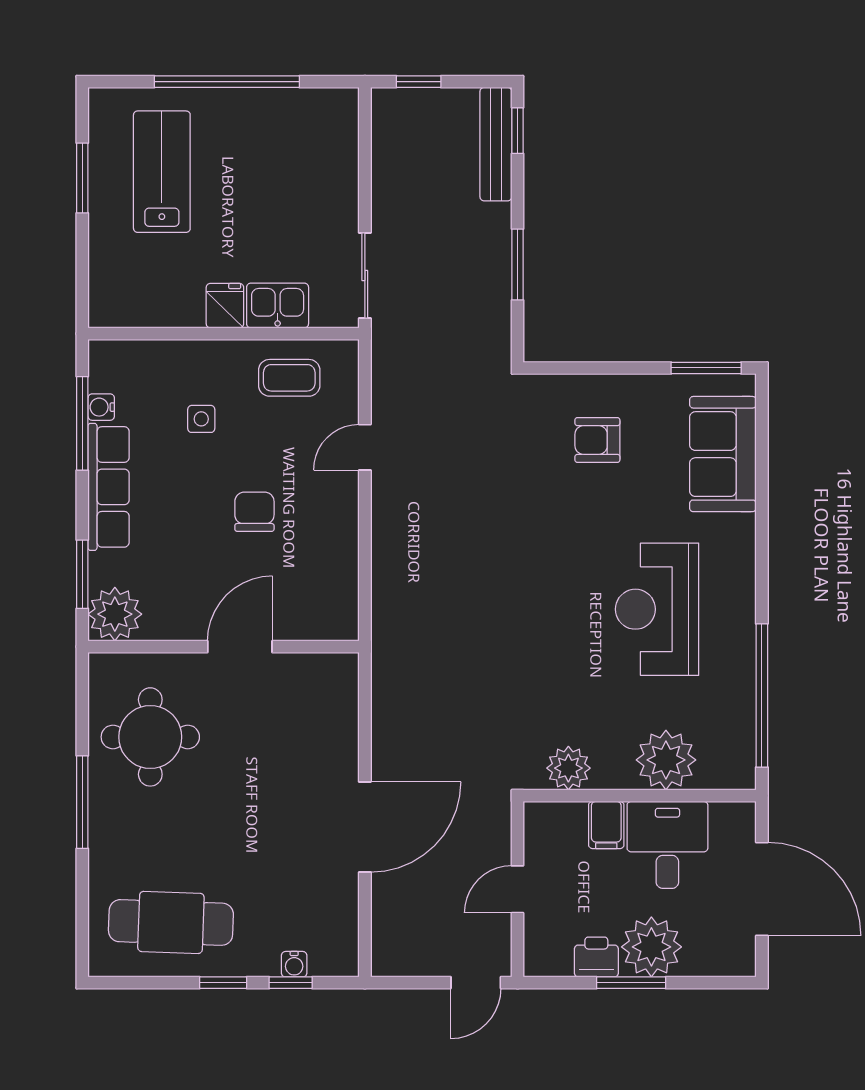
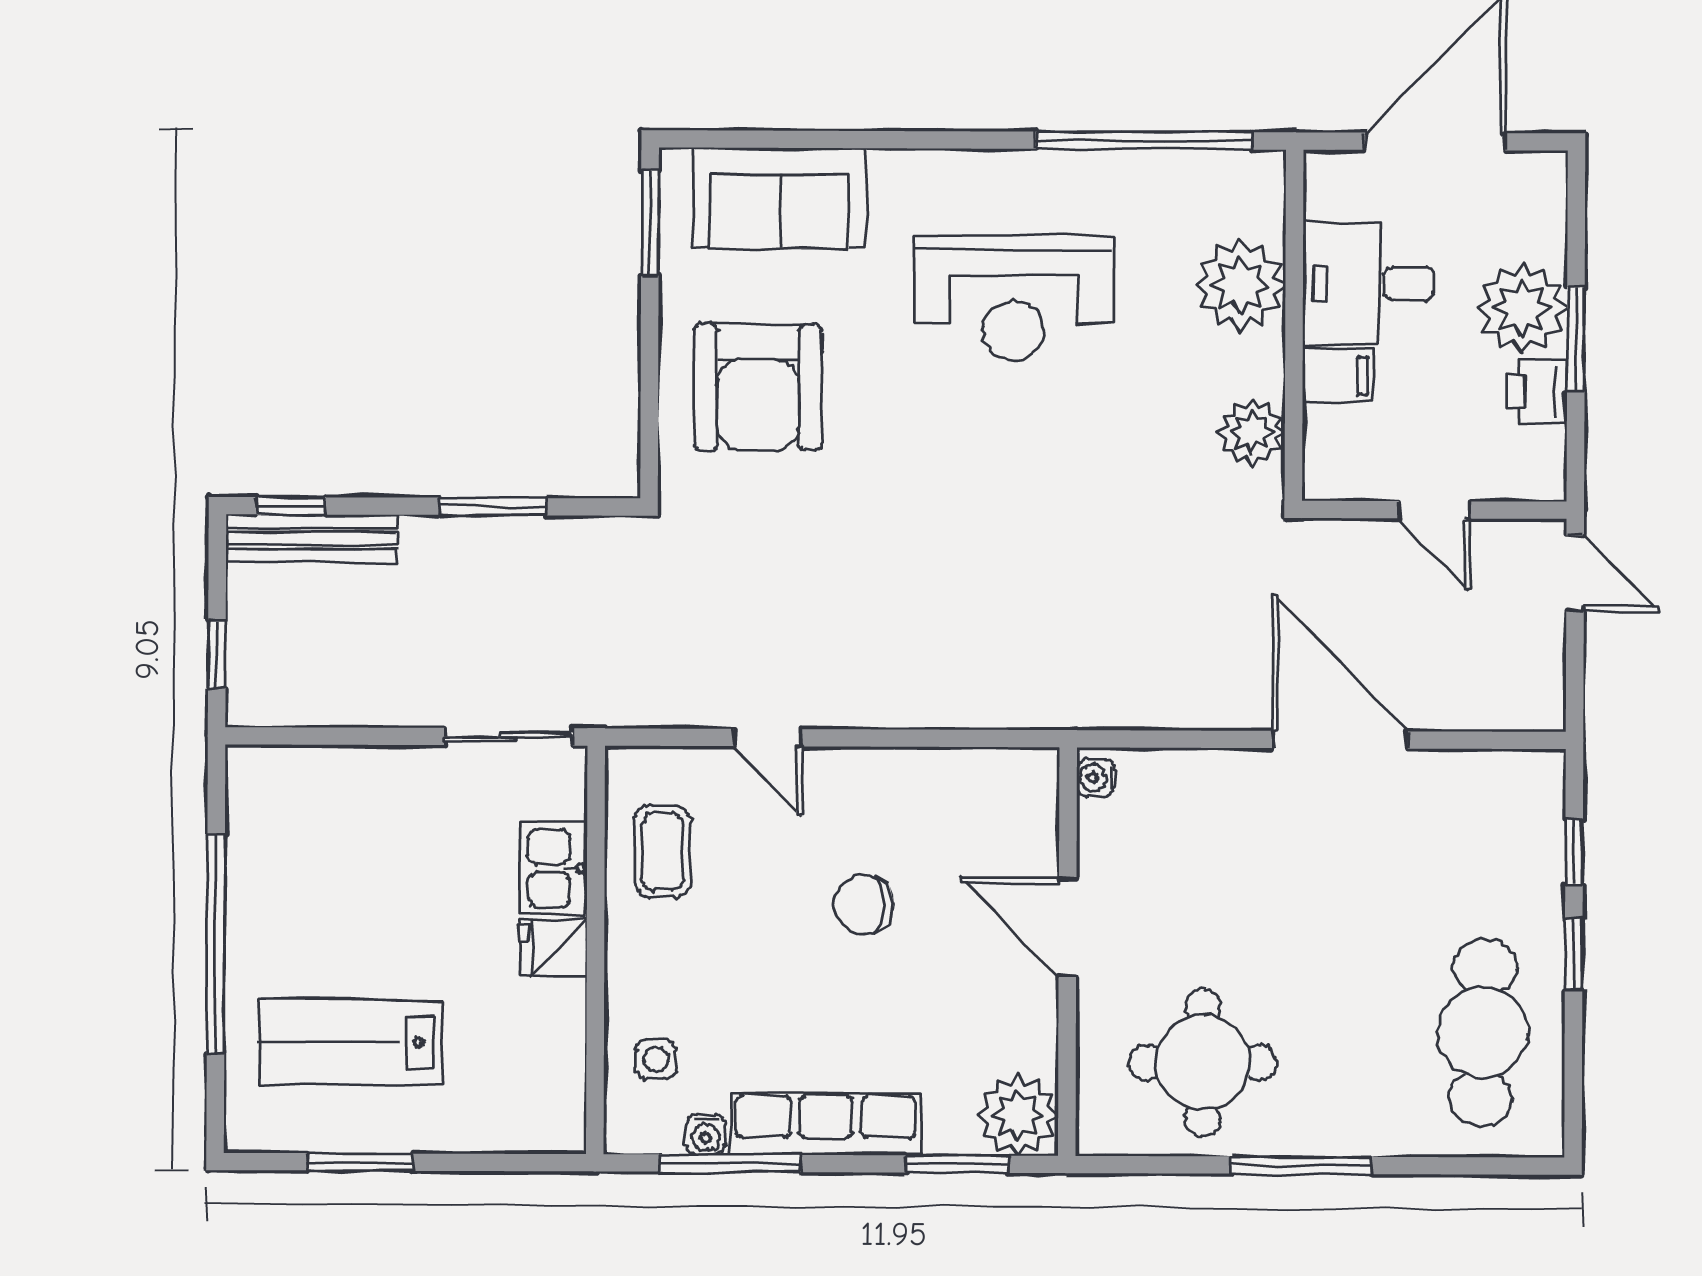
side table: (201, 419) -> (656, 1060), moved
armchair: (597, 440) -> (758, 387), width x1.88, depth x1.88
water cooler: (294, 964) -> (1096, 778), moved, turned 180

